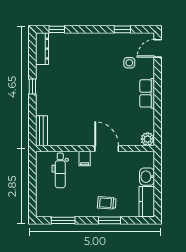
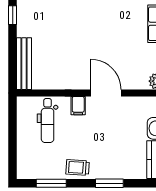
bench: (42, 131) -> (24, 64), width x1.36
trolley: (107, 203) -> (78, 167), moved

